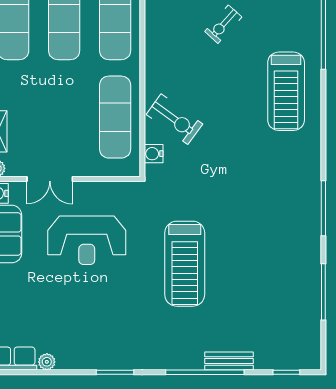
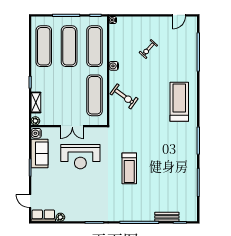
treadmill: (286, 91) -> (179, 102), moved, turned 180
water cooler: (154, 154) -> (114, 66), moved
double door: (50, 179) -> (72, 126), moved
treadmill: (185, 264) -> (129, 168), width x0.73, depth x0.73
bench: (229, 361) -> (167, 217), moved

